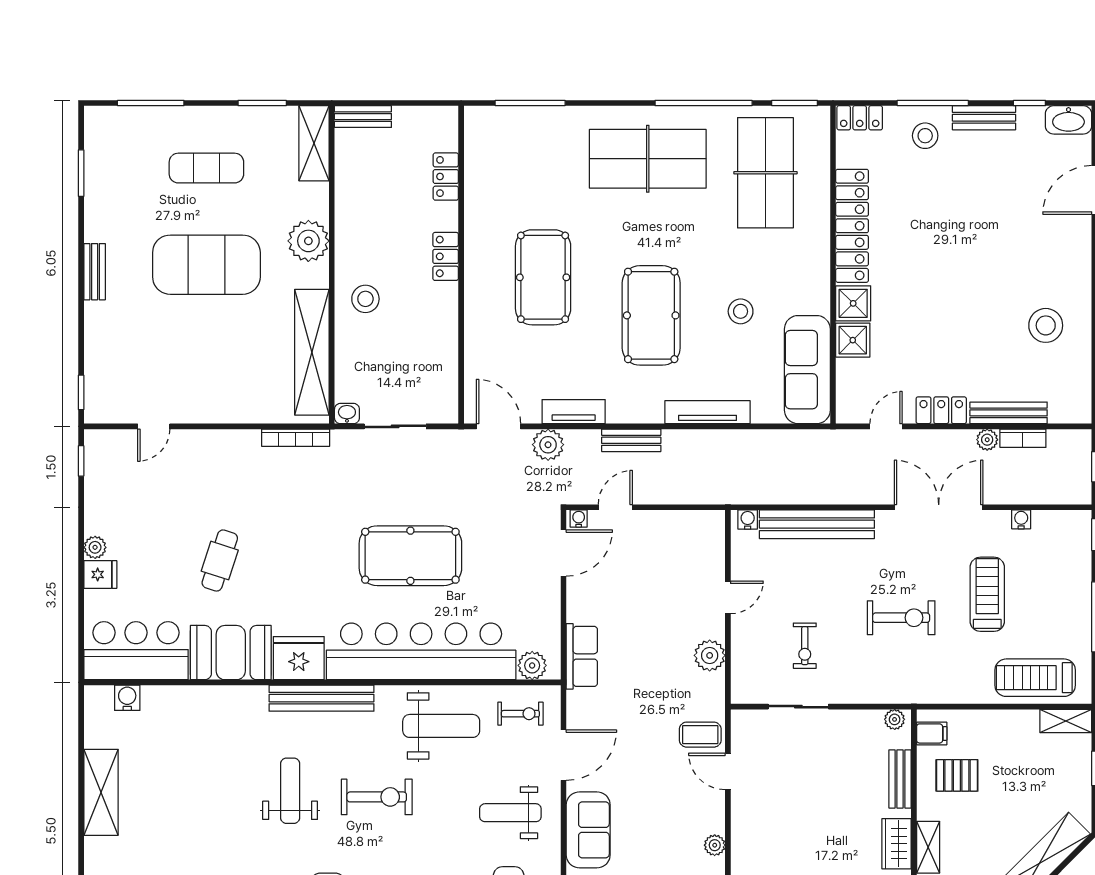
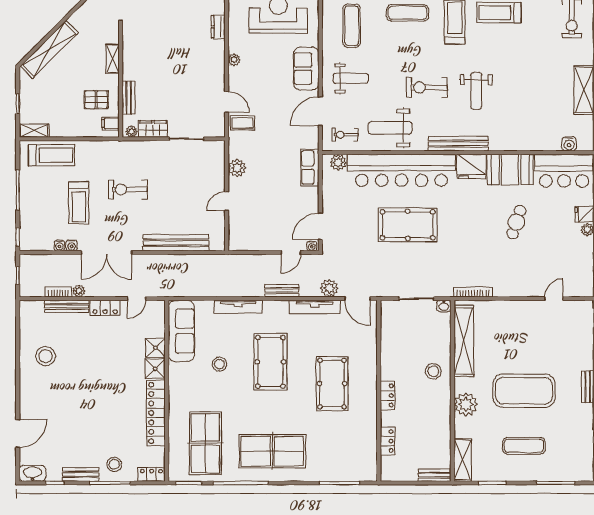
tv unit: (574, 412) -> (315, 307), width x1.41
water cooler: (748, 520) -> (72, 245), moved
exercise bike: (805, 646) -> (183, 174), removed
wardrobe: (897, 844) -> (153, 129), moved, turned -90

